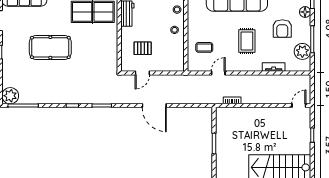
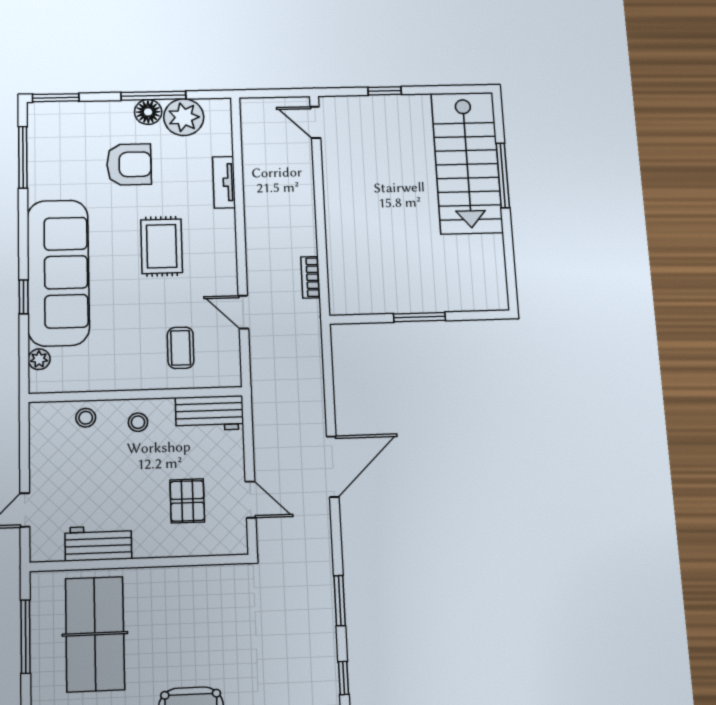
floor lamp: (305, 12) -> (148, 112), moved
rug: (247, 41) -> (162, 246), turned 90
workbench: (177, 58) -> (209, 413), added

